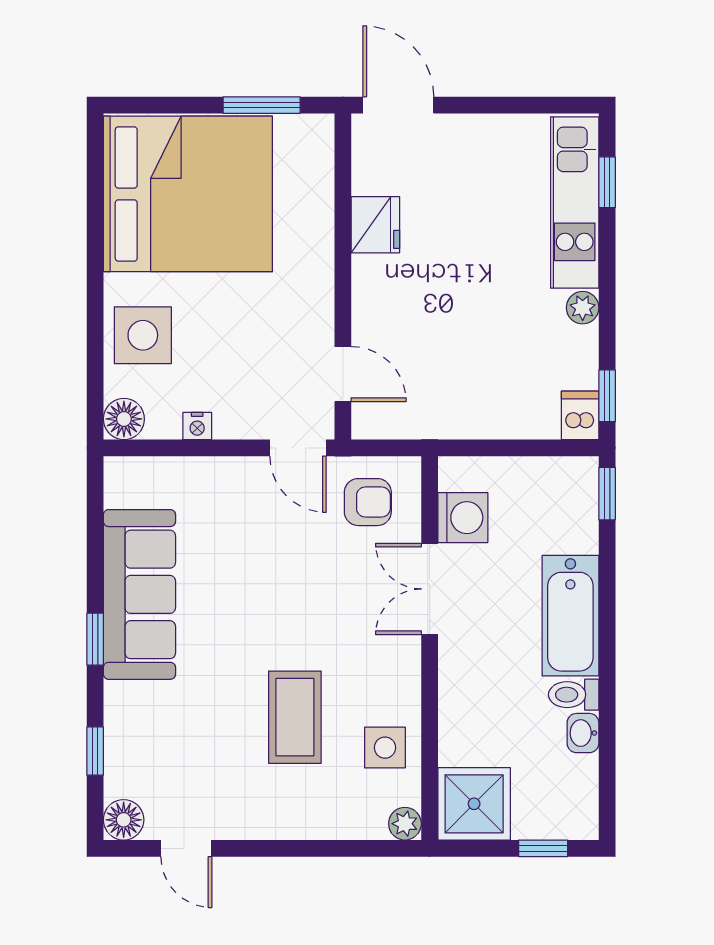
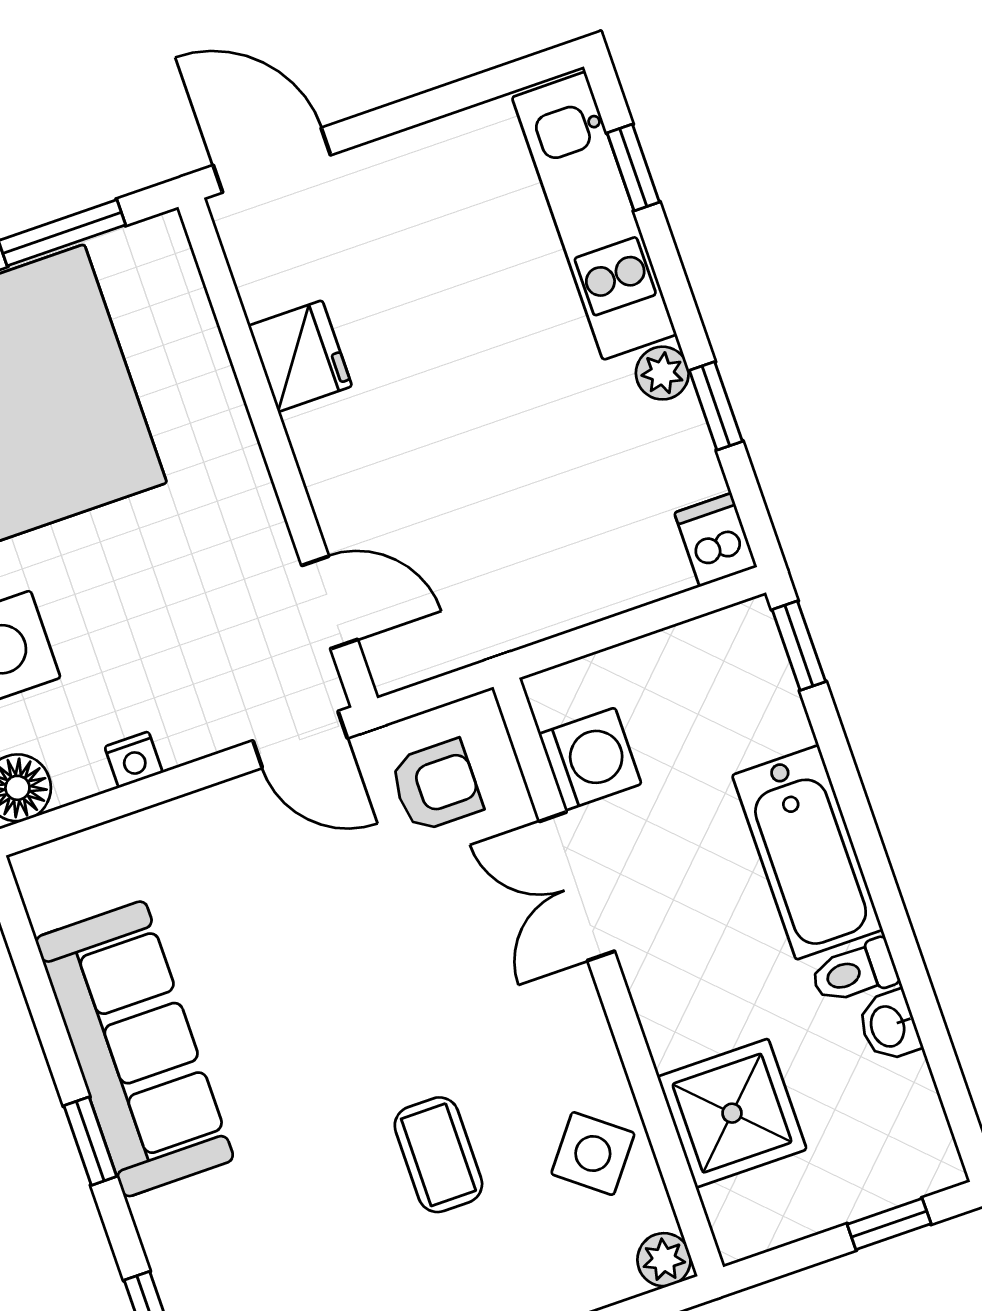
window: (607, 396) -> (716, 406), moved
coffee table: (295, 717) -> (438, 1155), width x0.73, depth x0.77
side table: (385, 748) -> (593, 1154), turned 38
shower: (474, 804) -> (732, 1113), moved

